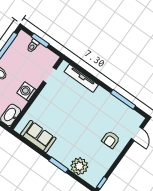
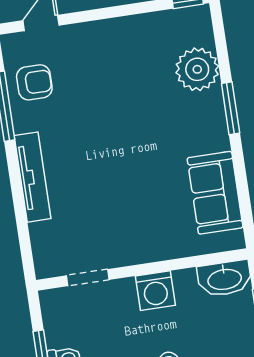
tv unit: (81, 78) -> (33, 177), moved
armchair: (111, 140) -> (34, 82), moved

